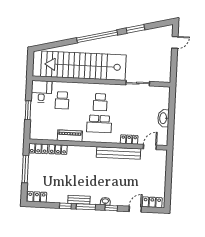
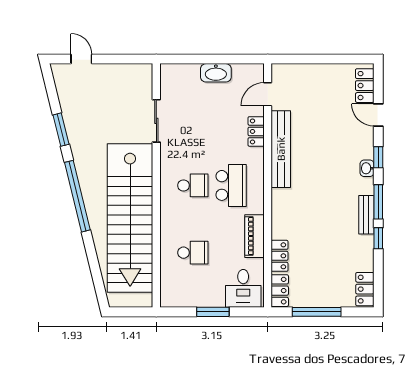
desk: (41, 91) -> (243, 288), moved, turned -90
door: (150, 147) -> (268, 94), hinge flipped

